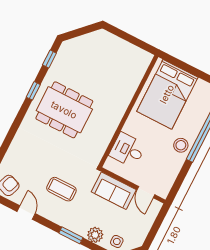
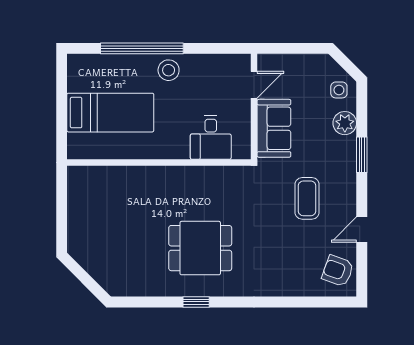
window: (49, 59) -> (143, 302), removed
bed: (167, 94) -> (110, 113), width x0.67
dining table: (64, 110) -> (200, 248), width x0.73

